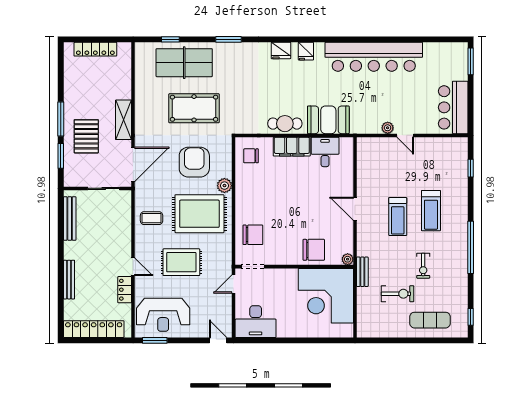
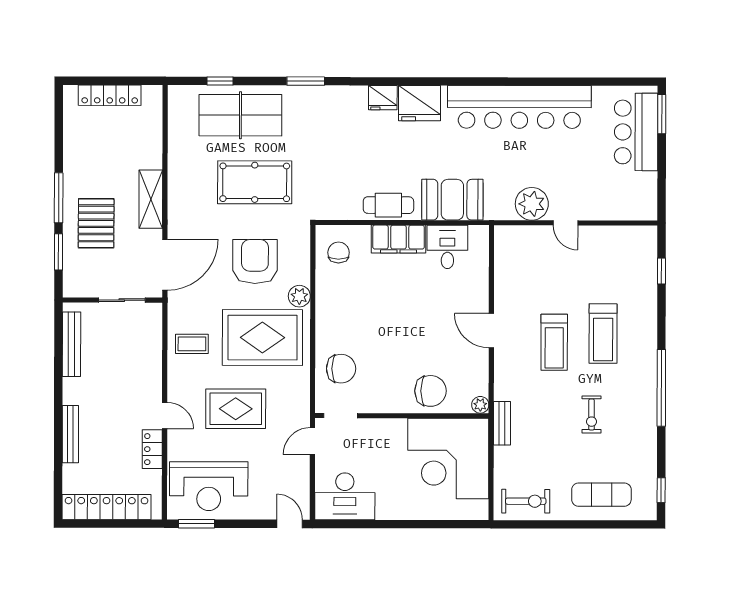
fridge: (306, 51) -> (420, 103), width x1.88, depth x1.34
bar counter: (453, 107) -> (636, 132), moved
plant: (388, 128) -> (532, 204), width x1.88, depth x1.88
chair: (251, 156) -> (339, 252), turned 90
exercise bike: (398, 294) -> (526, 501), moved

